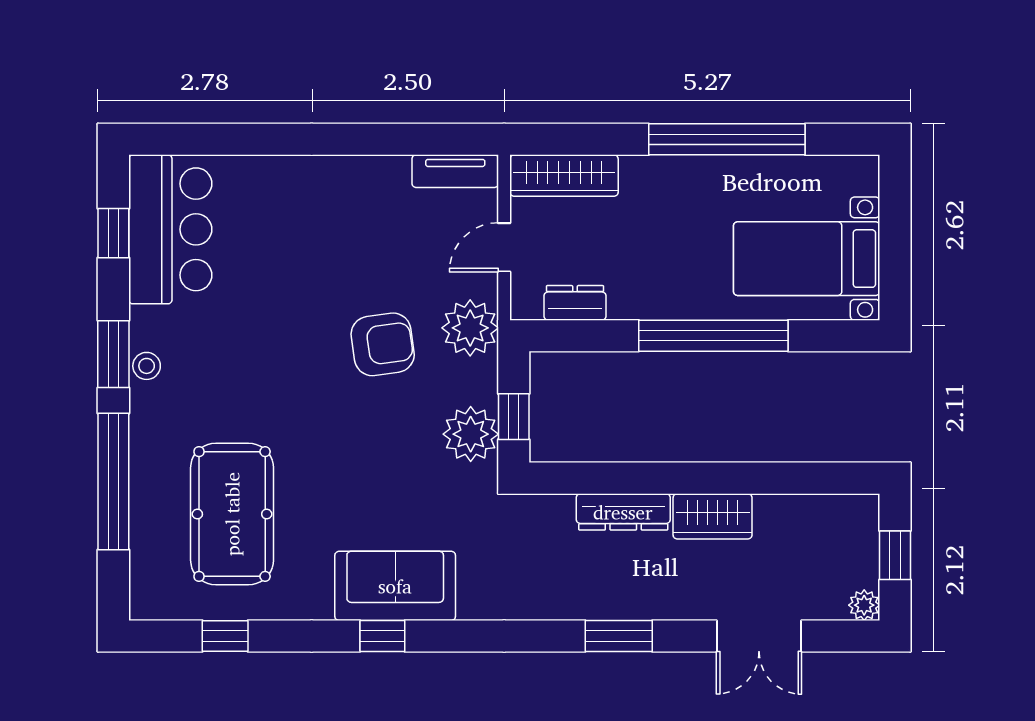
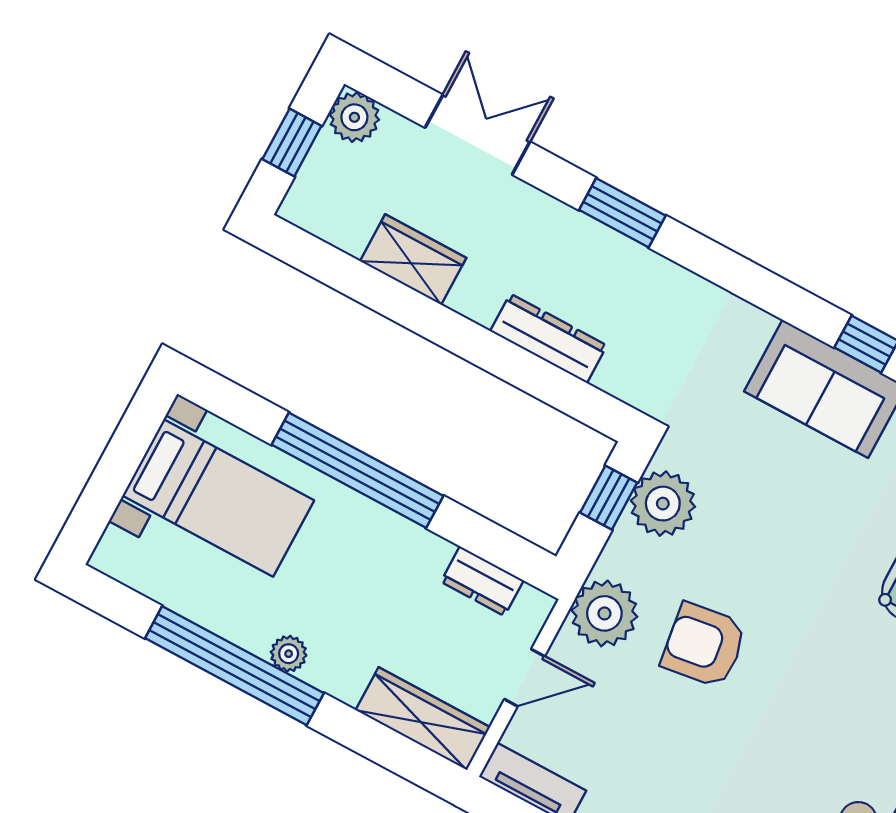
plant: (691, 170) -> (289, 654), added
wardrobe: (713, 516) -> (413, 259), moved
plant: (864, 605) -> (354, 117), width x1.38, depth x1.38

